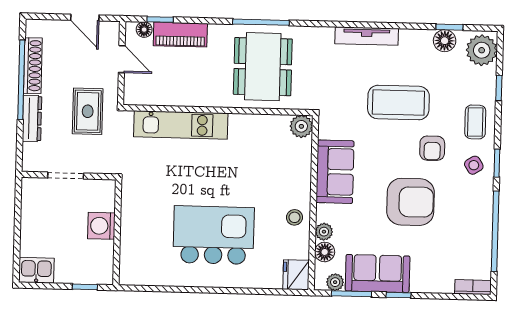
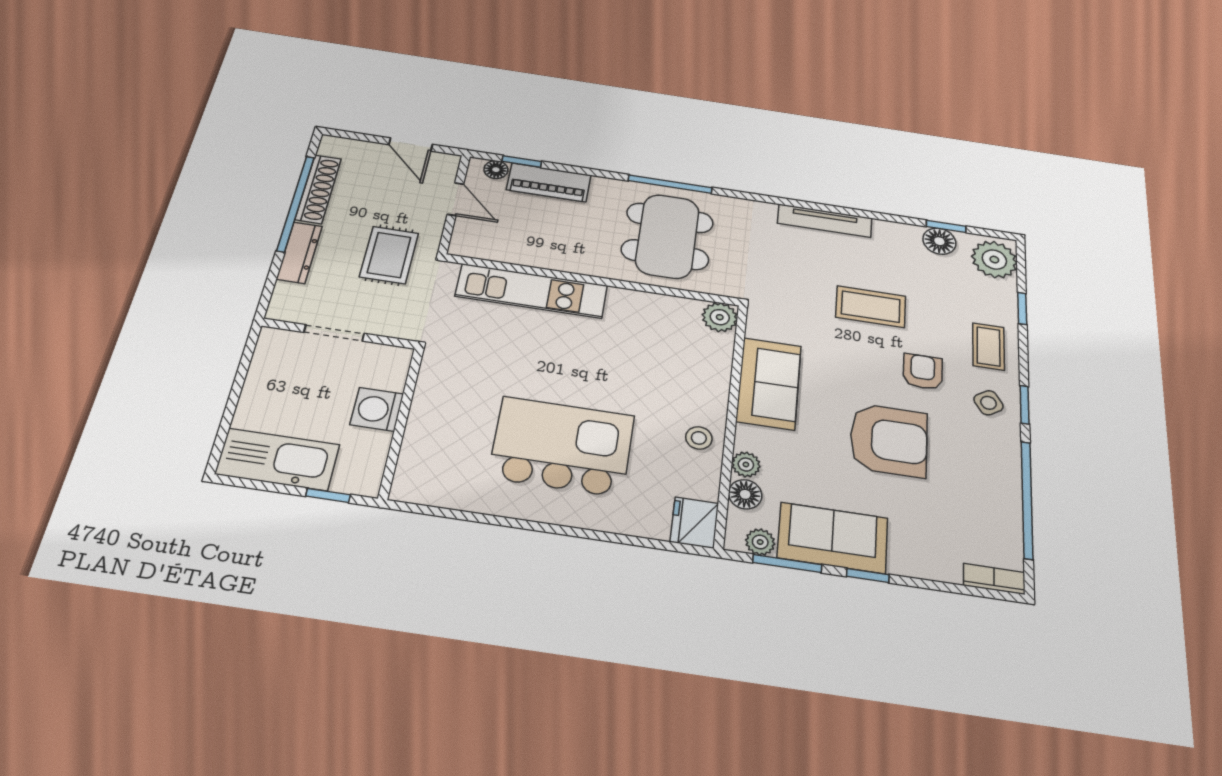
coffee table: (398, 103) -> (871, 307), width x0.73, depth x0.76
armchair: (432, 148) -> (923, 372), turned 180
kitchen sink: (36, 270) -> (278, 459), width x1.88, depth x1.24

